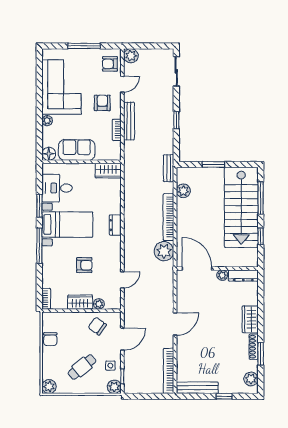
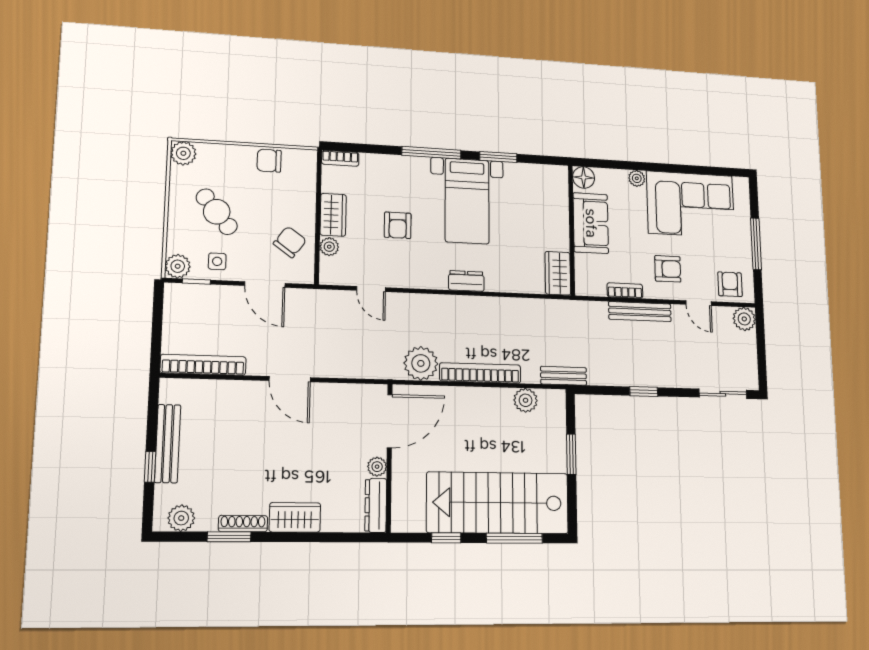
desk: (57, 188) -> (528, 188), removed
bench: (197, 388) -> (168, 444), moved

